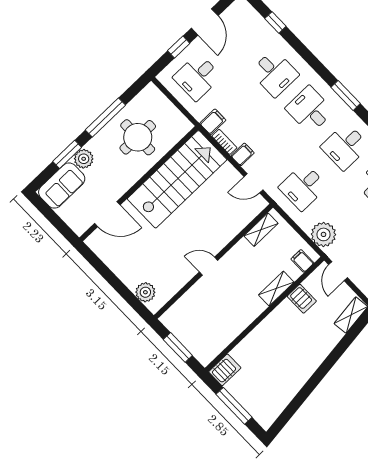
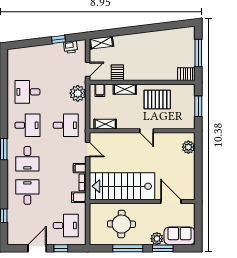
pallet: (230, 312) -> (157, 99), added

